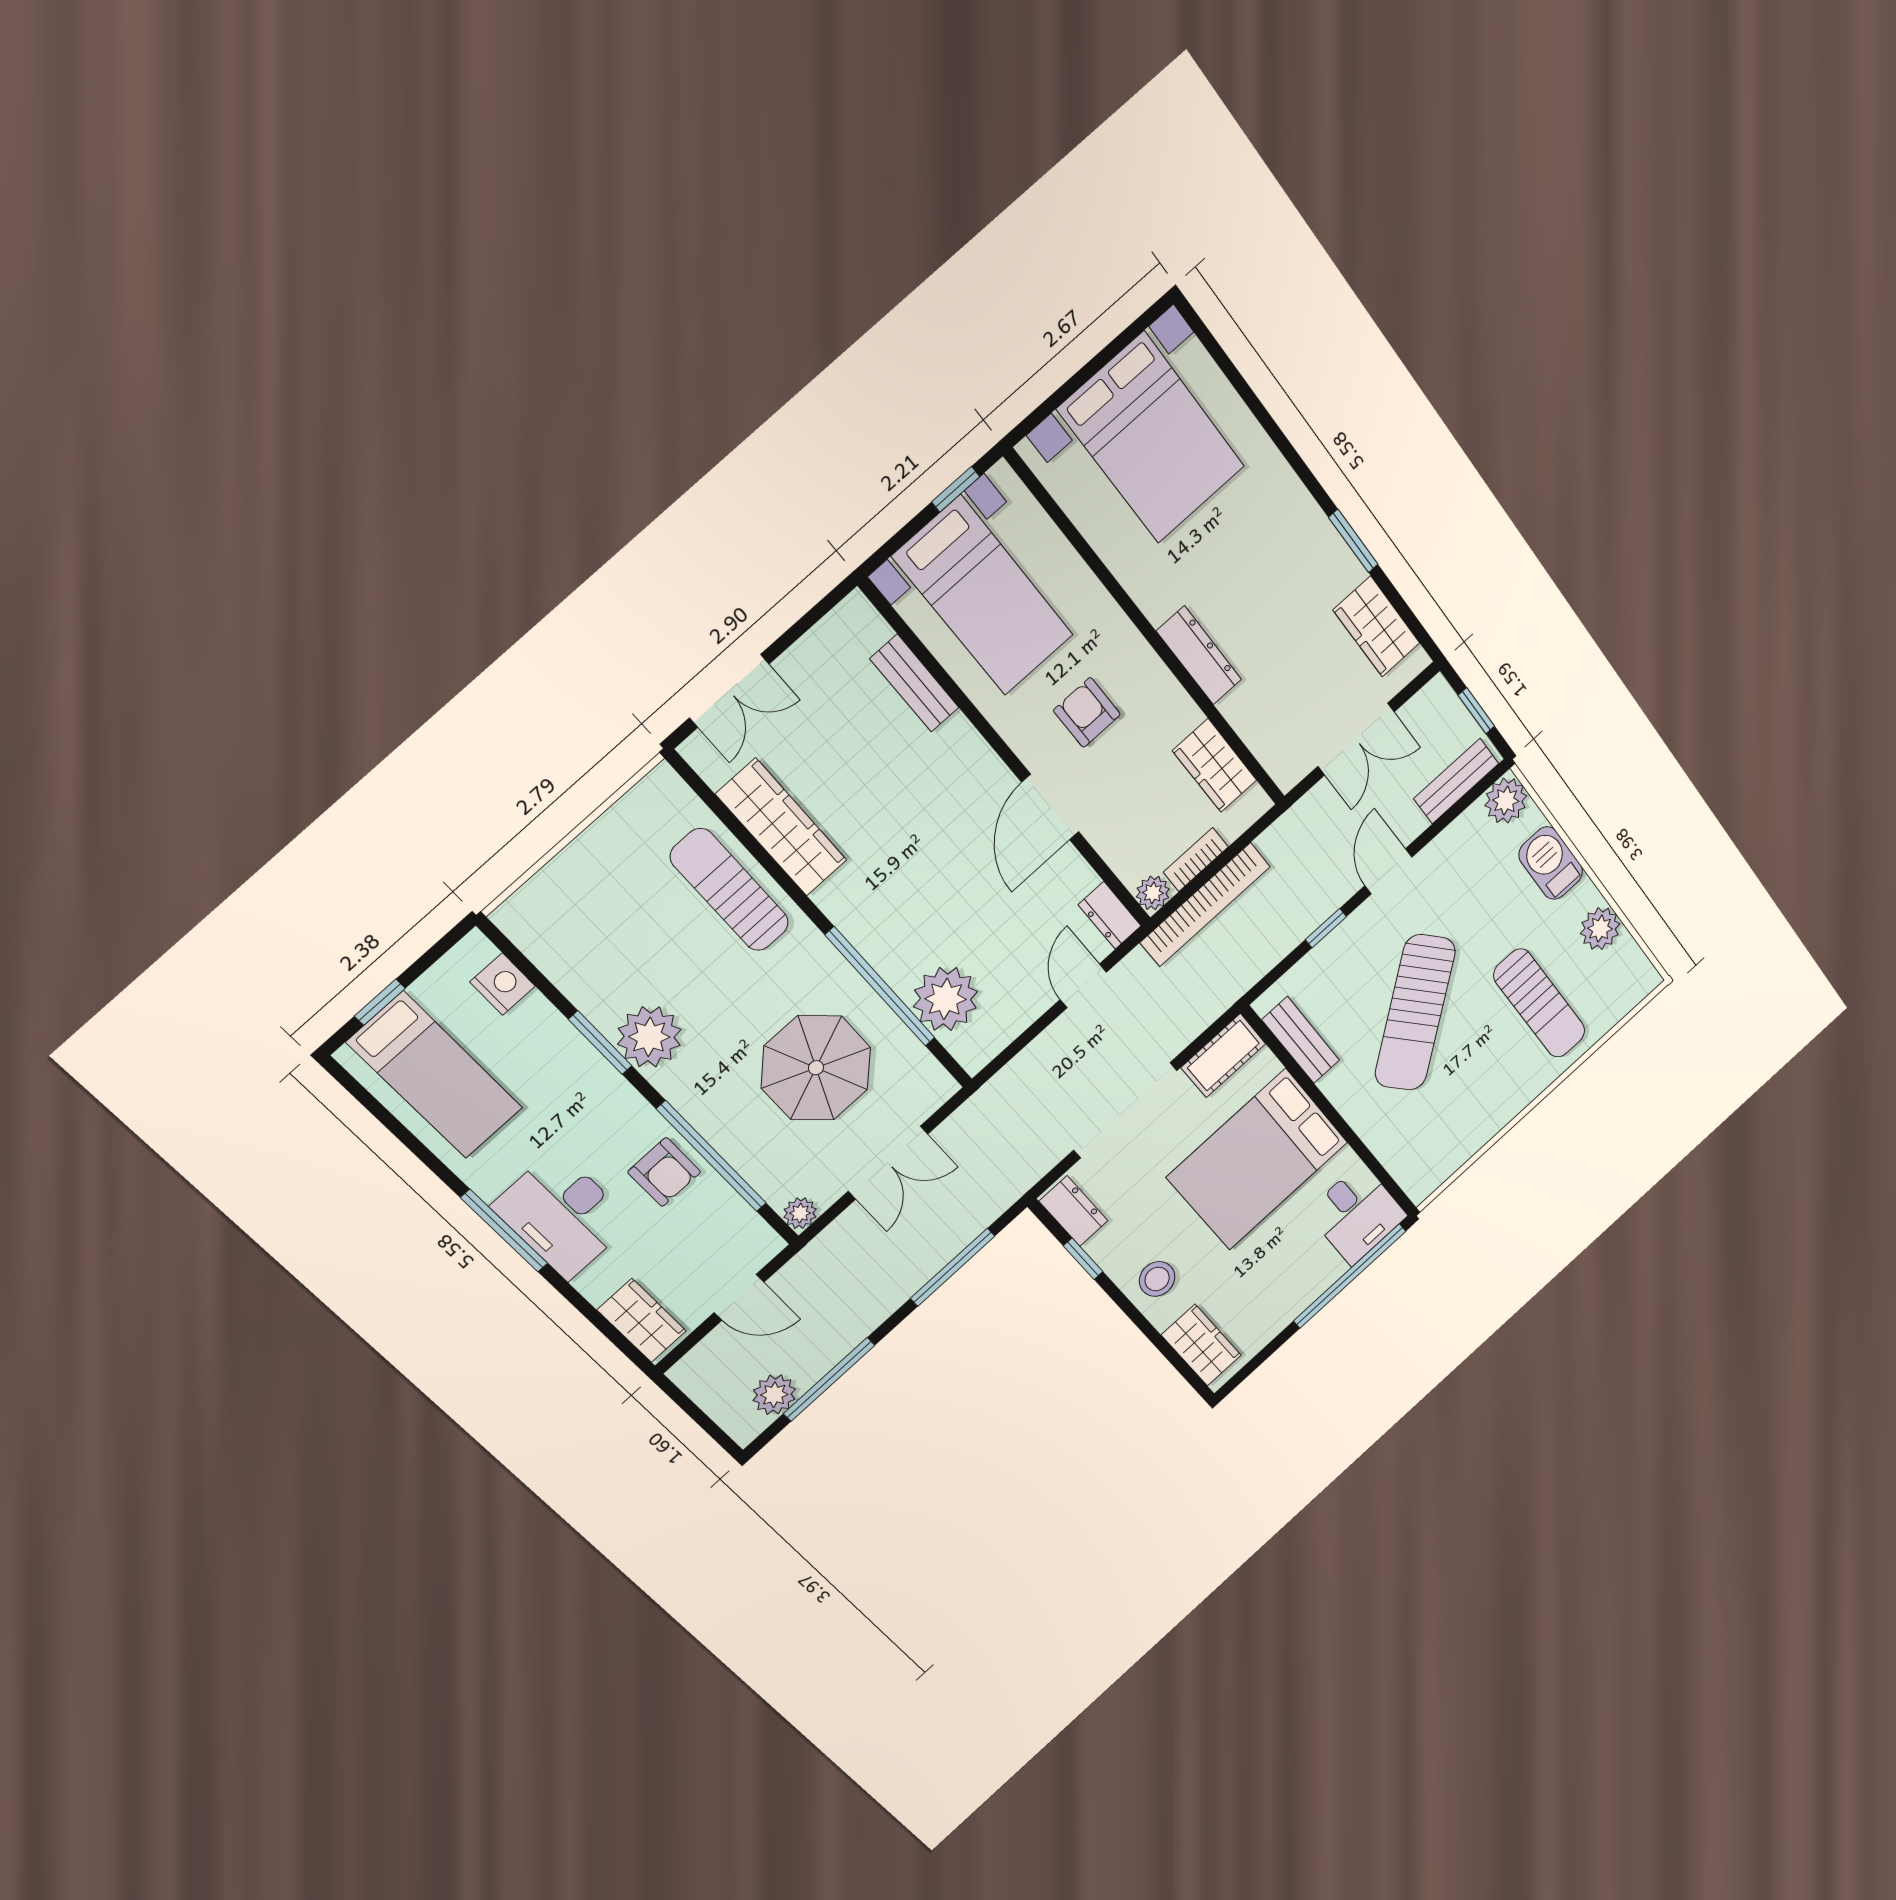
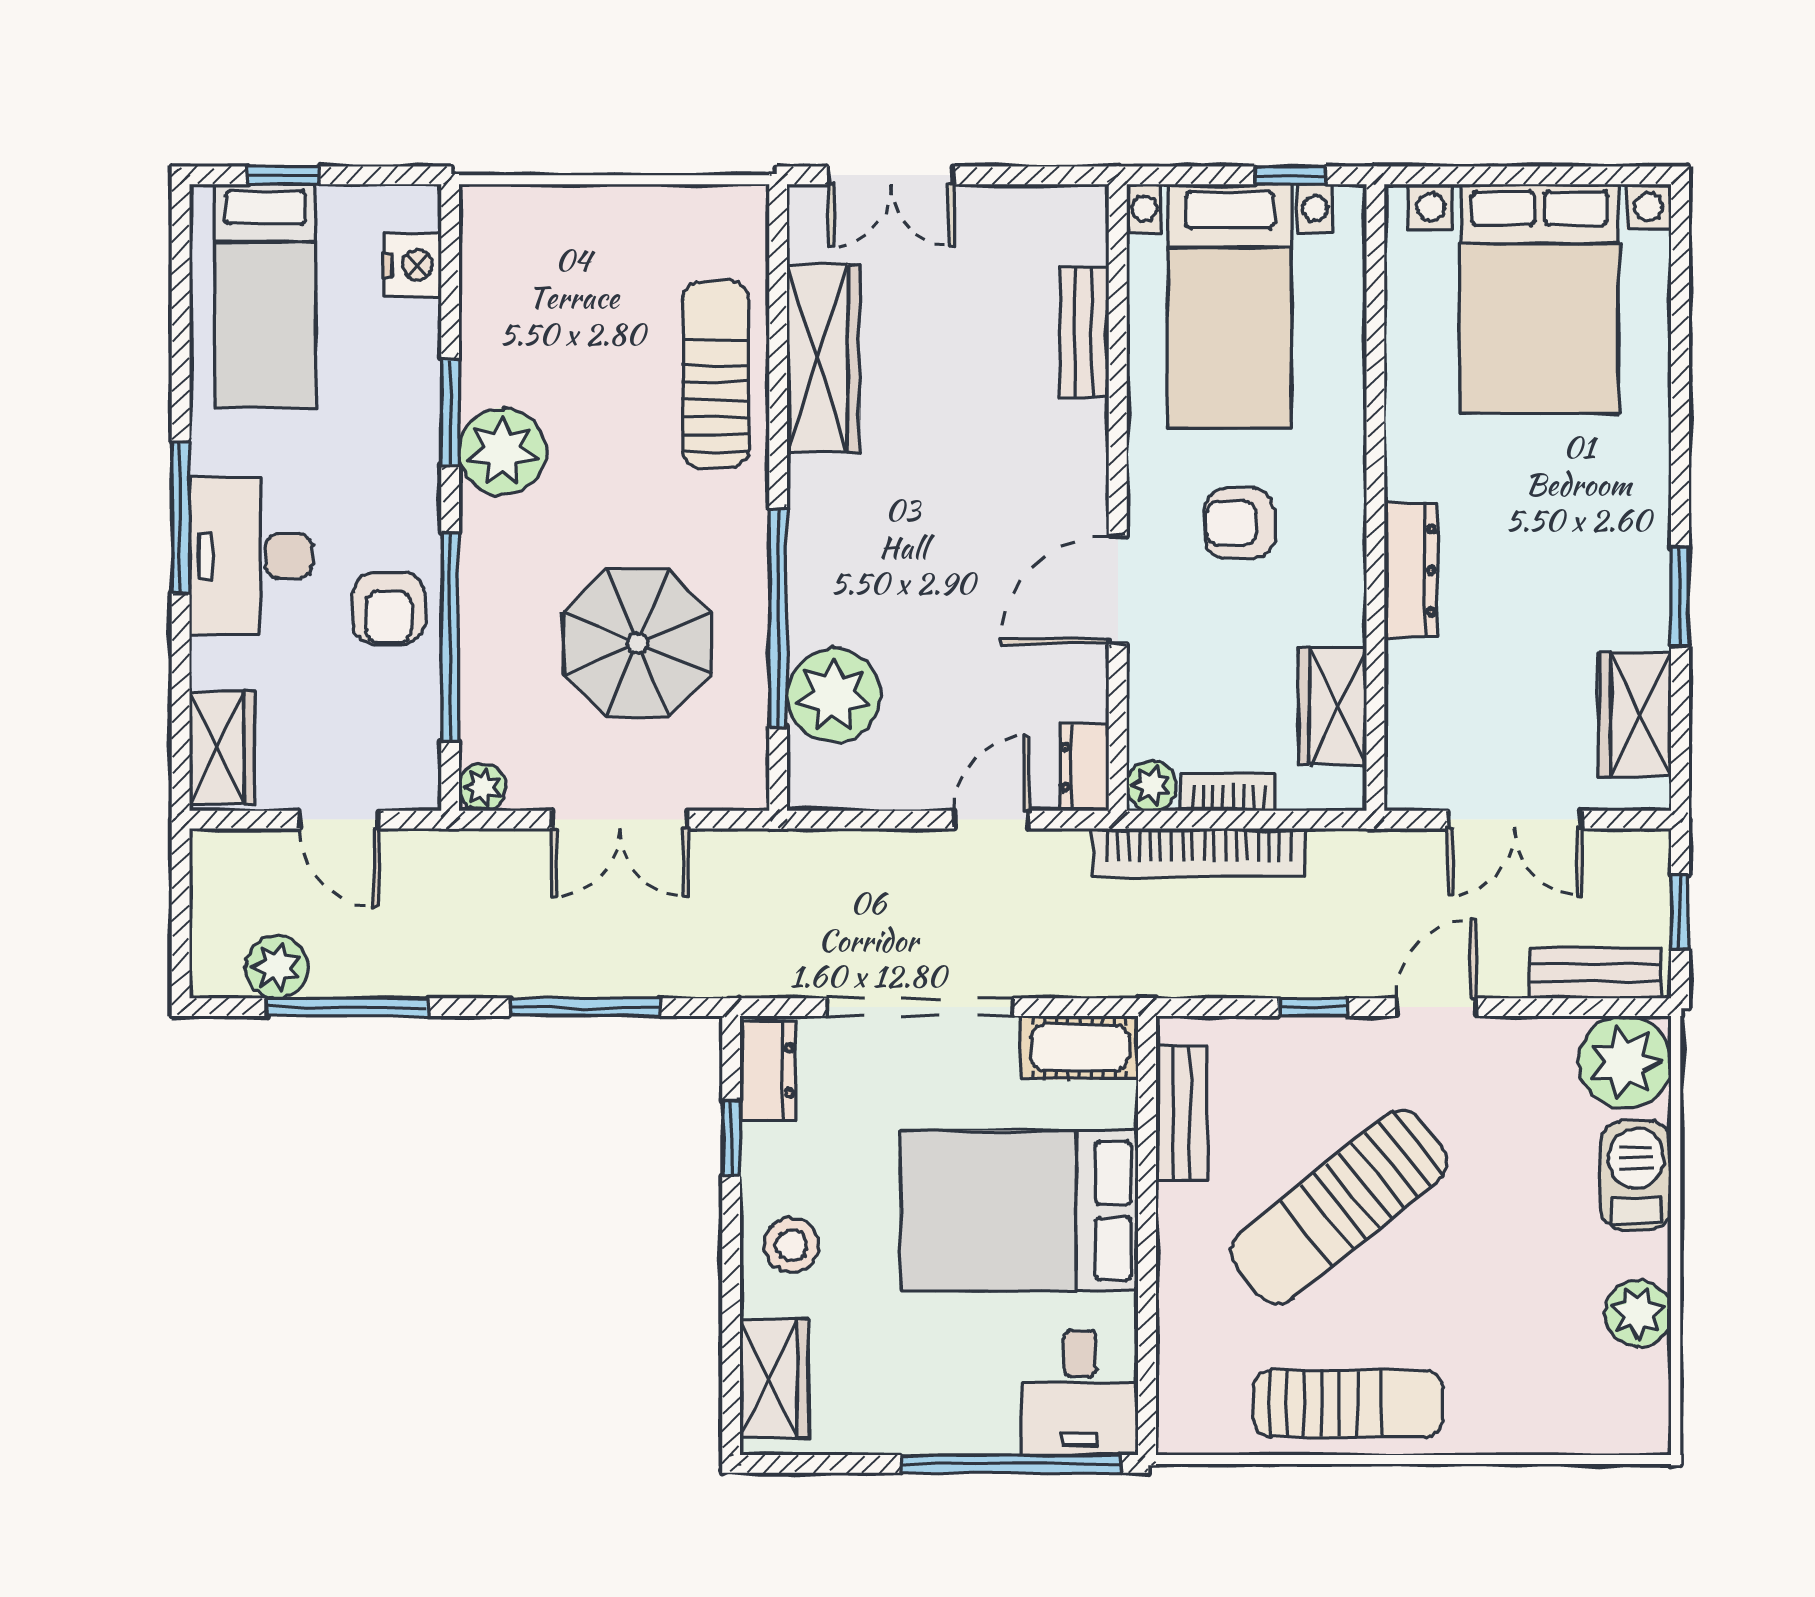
armchair: (1087, 712) -> (1240, 524), turned -90
plant: (1506, 801) -> (1625, 1062), width x1.36, depth x1.36
sun lounger: (1539, 1003) -> (1348, 1404), moved, turned -90

